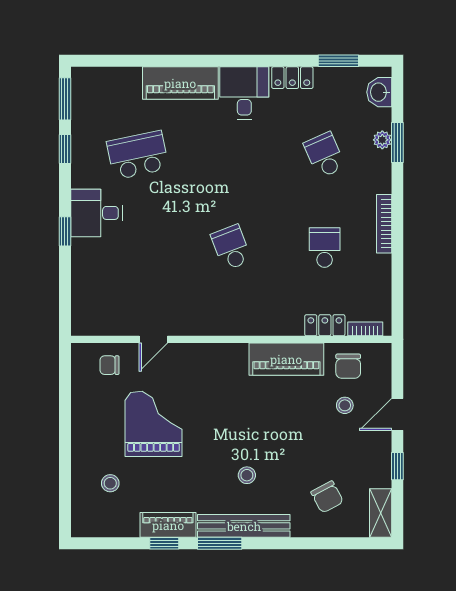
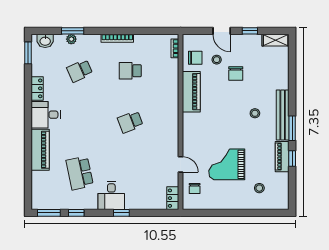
window: (338, 61) -> (28, 53), moved
locker: (325, 325) -> (173, 198), moved
chair: (327, 497) -> (236, 73), moved, turned 118

